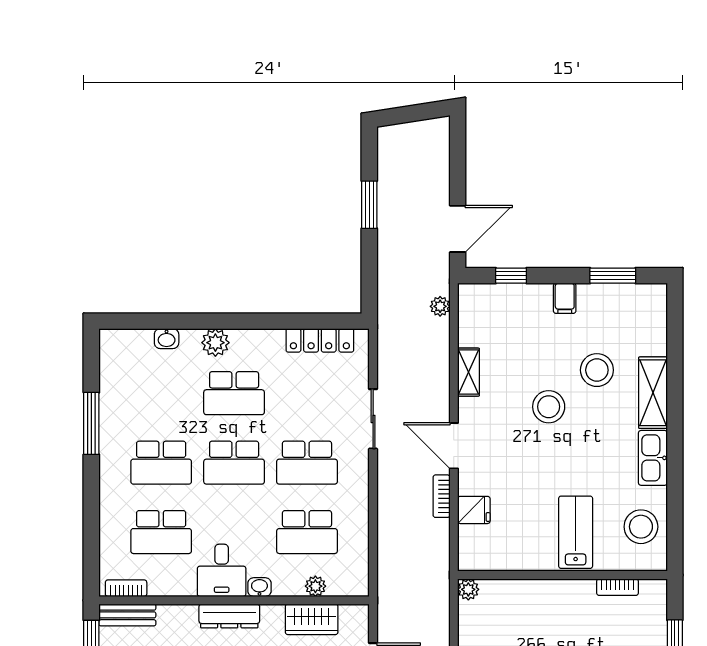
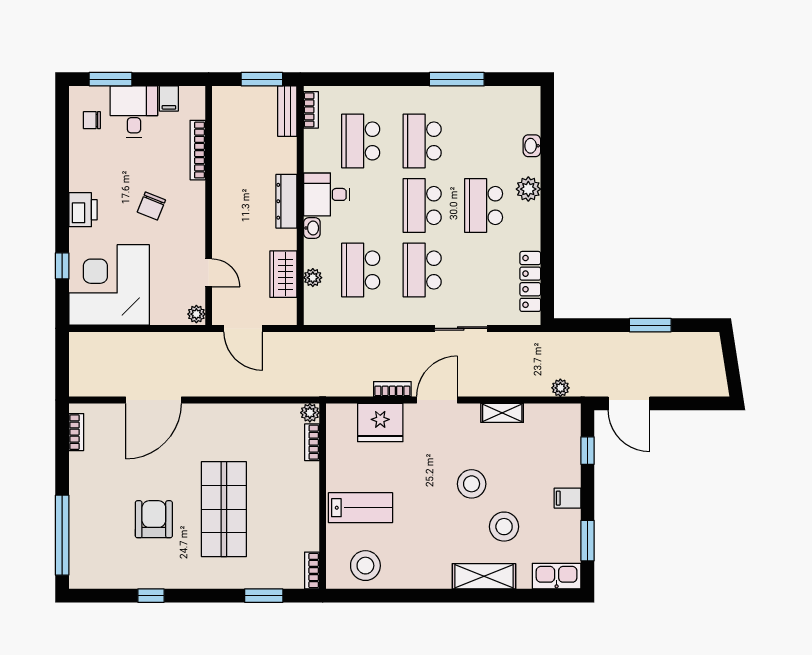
kitchen sink: (653, 458) -> (557, 576), moved
fridge: (474, 510) -> (380, 423), width x1.88, depth x1.34
bookcase: (502, 587) -> (312, 442), added
bookcase: (617, 587) -> (312, 570), moved

